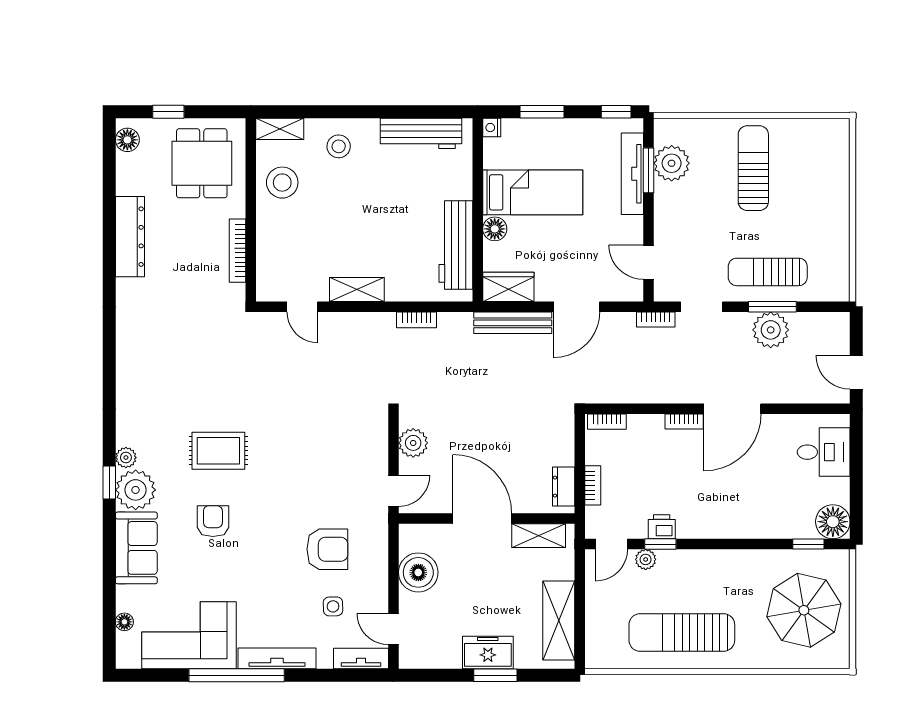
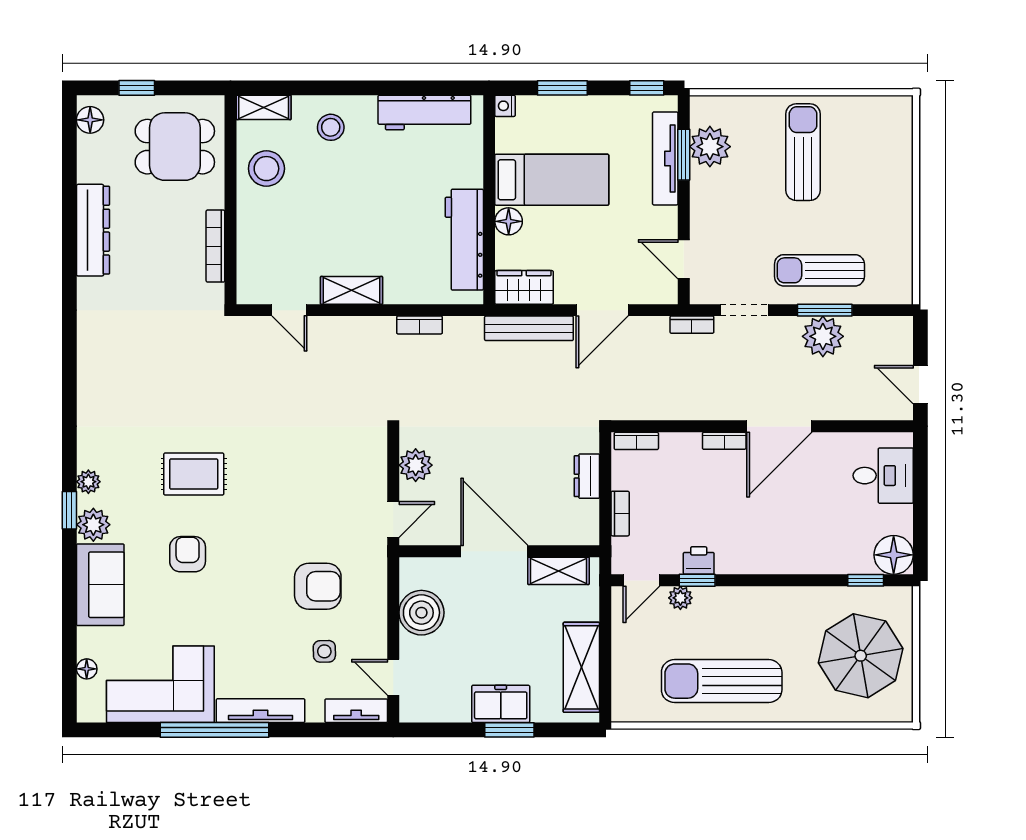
dining table: (202, 163) -> (175, 147), turned 90
dresser: (564, 487) -> (587, 476), moved
plant: (136, 490) -> (93, 525), width x0.73, depth x0.73

